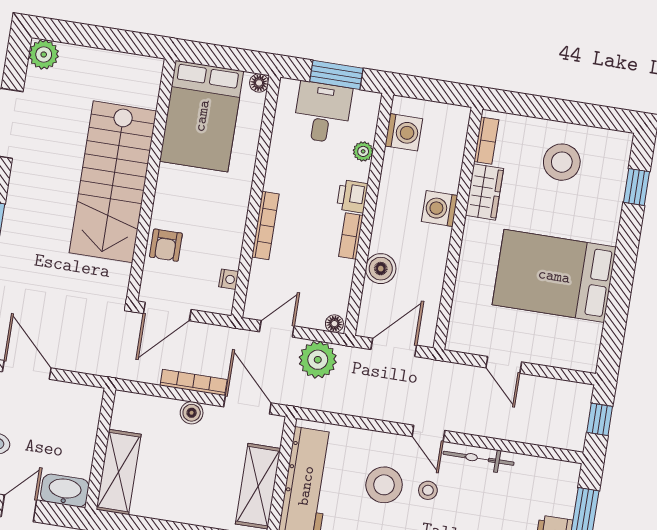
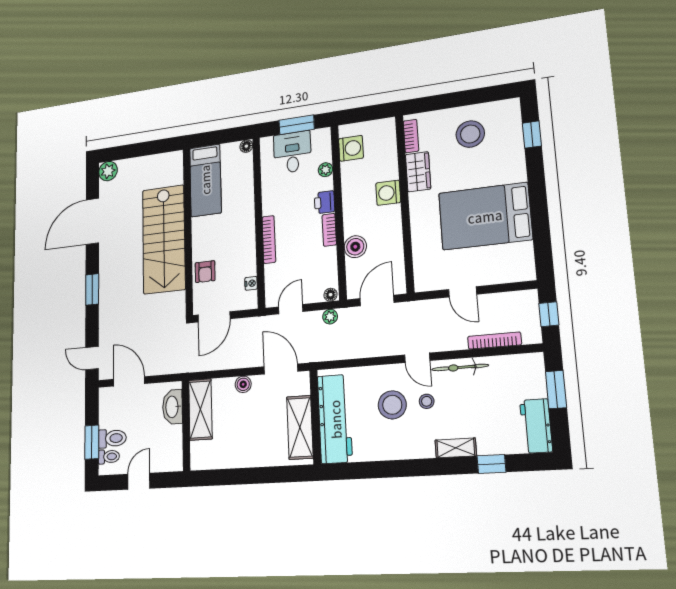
bed: (202, 116) -> (205, 180), width x0.67
plant: (318, 360) -> (330, 317), width x0.53, depth x0.53
bookcase: (194, 382) -> (494, 341), moved
shelving: (119, 472) -> (200, 409), moved
washbasin: (65, 490) -> (172, 407), moved, turned -90

